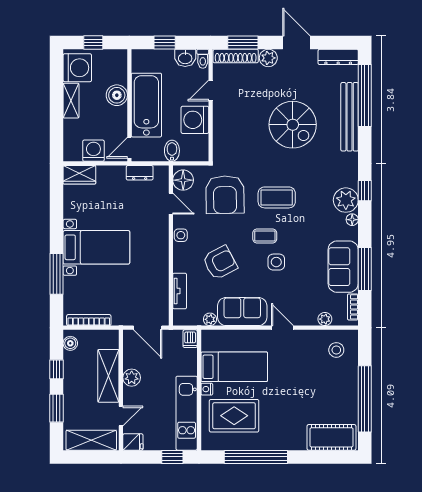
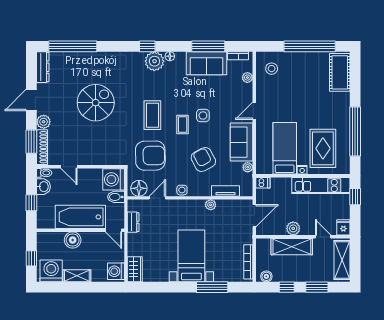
bench: (350, 117) -> (90, 58), removed
washing machine: (195, 120) -> (114, 179), moved, turned 90
washing machine: (93, 151) -> (116, 271), moved
plant: (162, 272) -> (211, 205), added

